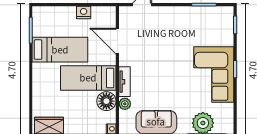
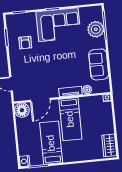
nightstand: (84, 12) -> (25, 161), moved
armchair: (195, 29) -> (25, 43), added
floor lamp: (106, 101) -> (22, 110), moved

